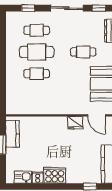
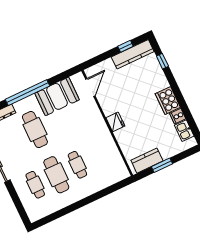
window: (28, 8) -> (18, 203), removed
cafe table: (83, 52) -> (35, 130), width x1.37, depth x1.35
fridge: (75, 123) -> (115, 122), moved

